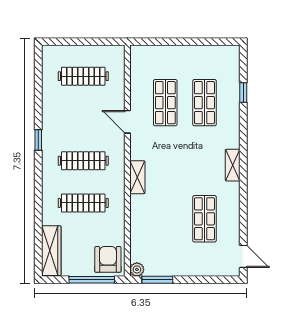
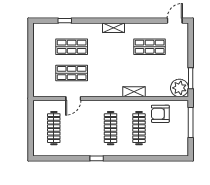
door: (127, 122) -> (73, 98), moved
shelving: (137, 177) -> (134, 92), moved
wardrobe: (51, 251) -> (171, 150), removed
armchair: (108, 259) -> (160, 114), moved
plant: (137, 269) -> (179, 88), width x1.88, depth x1.88

